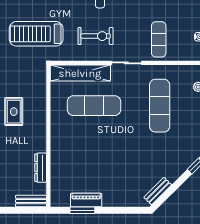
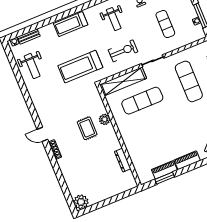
exercise mat: (159, 39) -> (165, 24), moved
plant: (39, 110) -> (105, 119), added
piano: (119, 200) -> (187, 160), added
bench: (31, 201) -> (126, 187), removed

